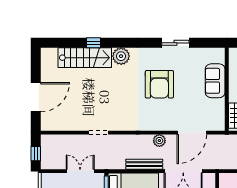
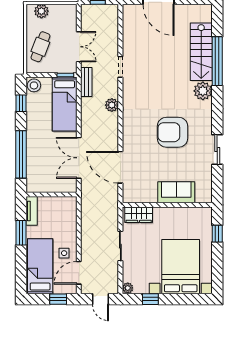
window: (93, 43) -> (217, 61), width x3.17
plant: (159, 141) -> (112, 105), moved
bench: (144, 164) -> (86, 82), moved, width x0.73

